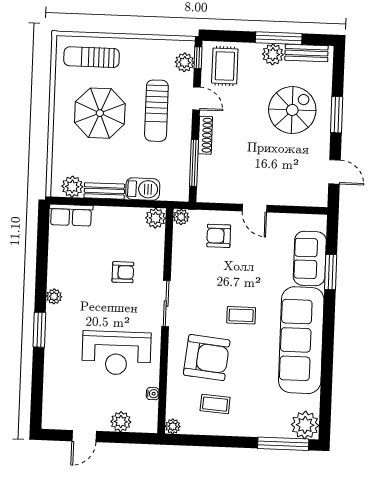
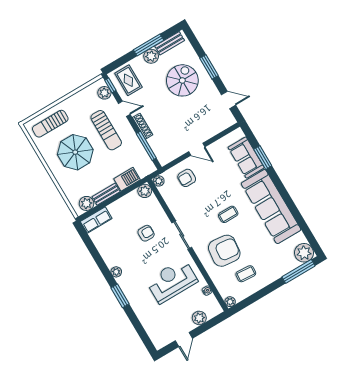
reception desk: (116, 353) -> (172, 281), turned 180

